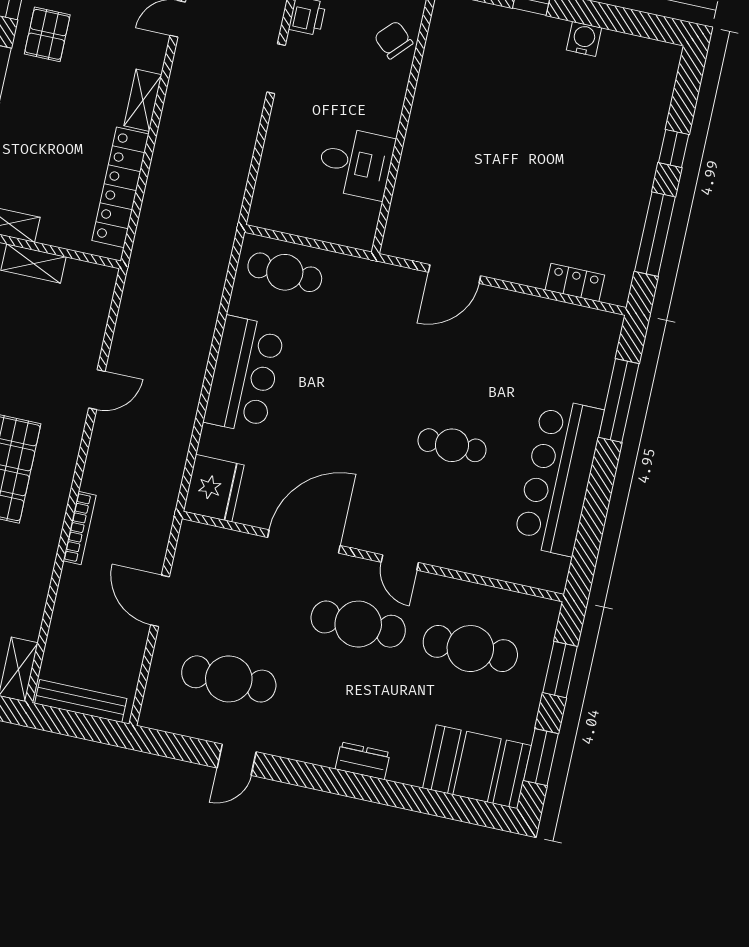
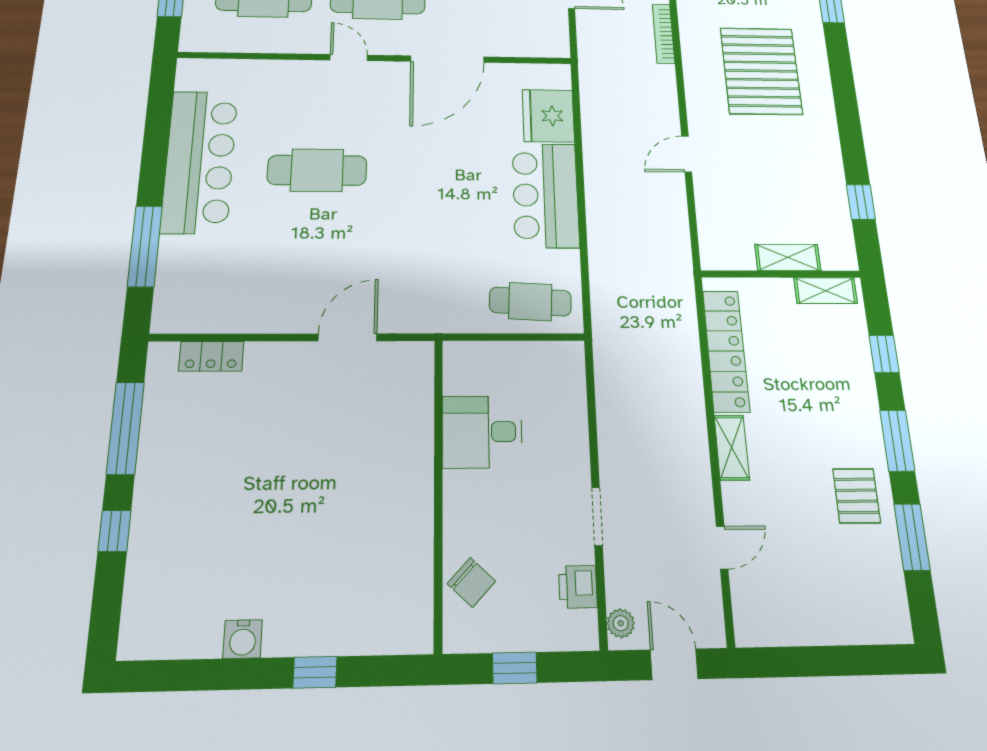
cafe table: (452, 445) -> (317, 170), width x1.37, depth x1.35
fridge: (214, 488) -> (548, 116), moved

